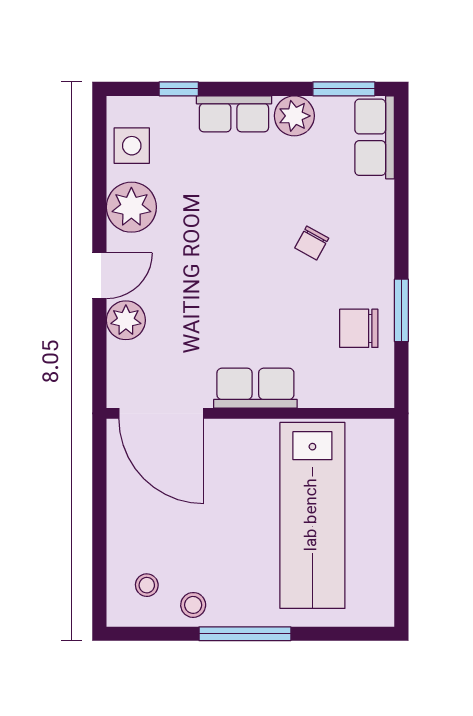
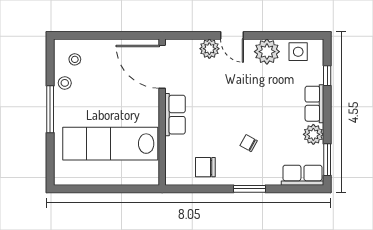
window: (401, 310) -> (249, 189), moved
chair: (359, 328) -> (205, 167), turned -90
door: (161, 413) -> (162, 67), hinge flipped

